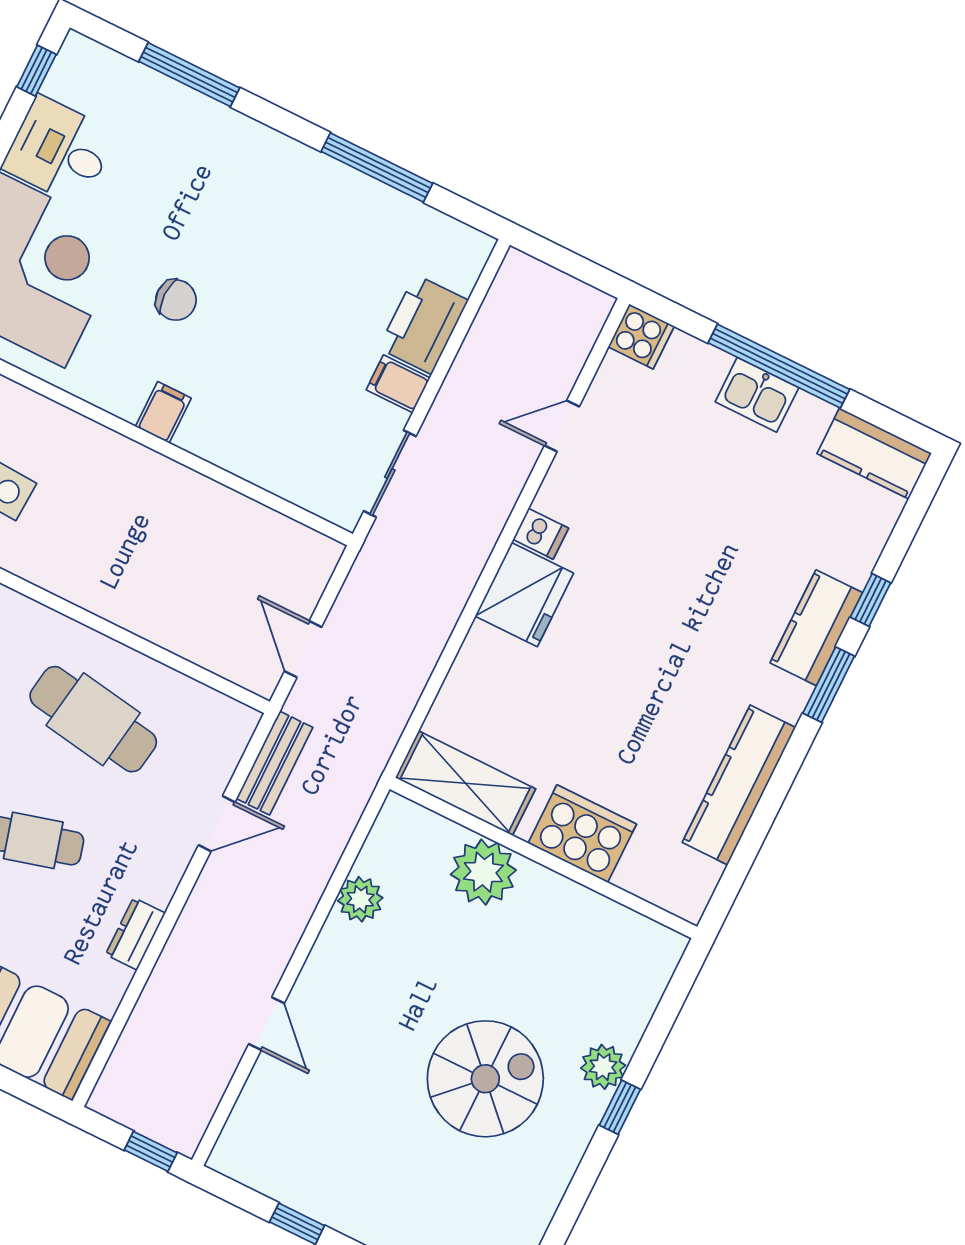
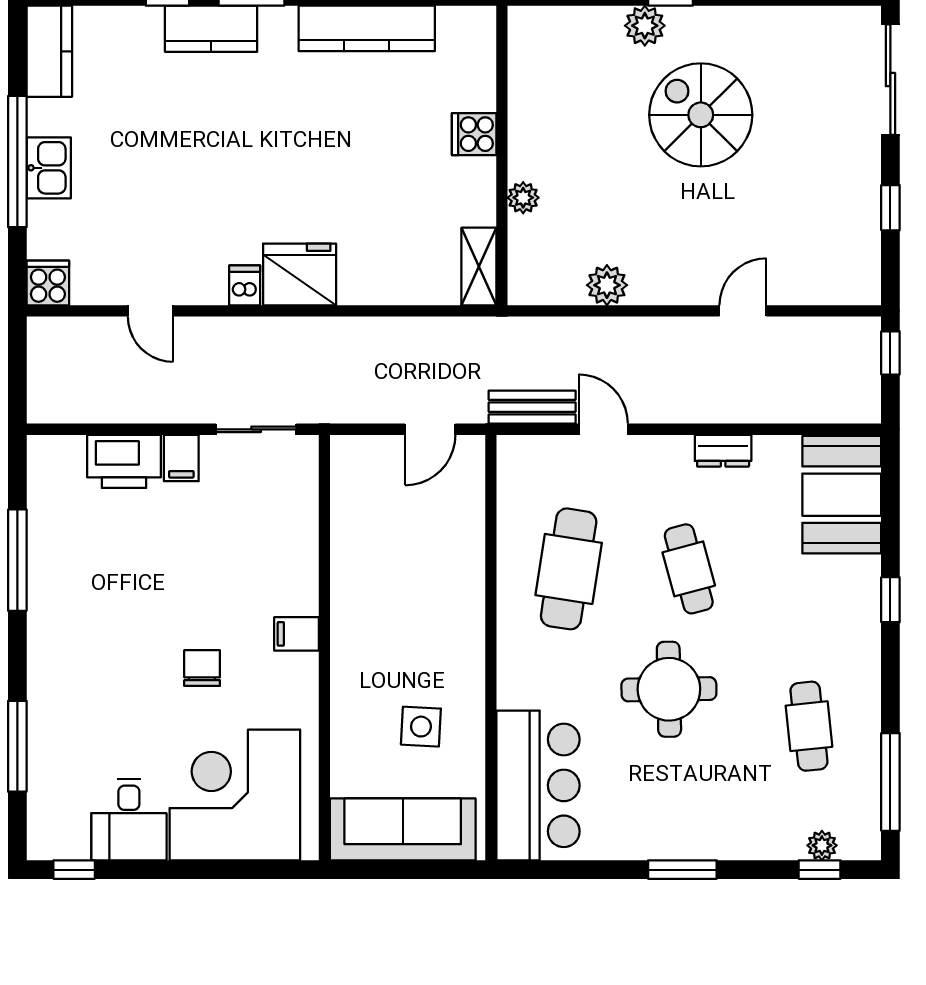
shelving: (465, 783) -> (479, 267), width x0.67, depth x0.75
cooker: (582, 834) -> (474, 134), width x0.53, depth x0.76
plant: (483, 872) -> (523, 198), width x0.53, depth x0.53

